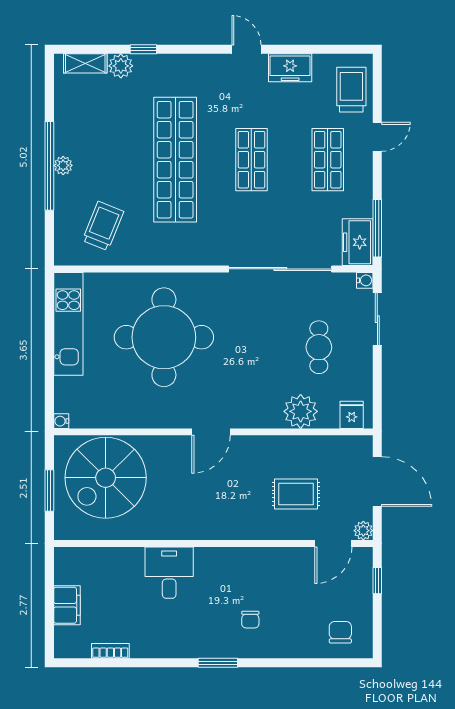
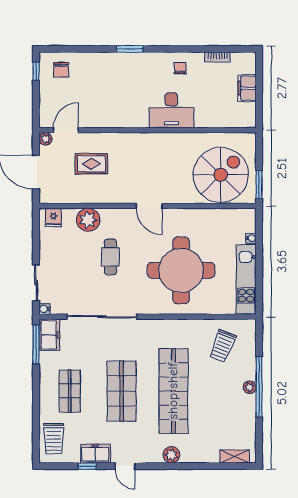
window: (143, 49) -> (87, 466), moved
plant: (121, 66) -> (172, 455), moved
door: (377, 137) -> (36, 407), removed
shop shelf: (251, 160) -> (122, 391), width x1.43, depth x1.36
cafe table: (319, 347) -> (110, 257), moved
water cooler: (61, 421) -> (251, 238), moved
door: (211, 432) -> (149, 206), swing flipped
window: (49, 490) -> (259, 185), moved
desk: (169, 573) -> (171, 110), width x1.37
window: (377, 581) -> (36, 71), moved
chair: (250, 620) -> (180, 68), moved
window: (218, 663) -> (130, 49), moved

